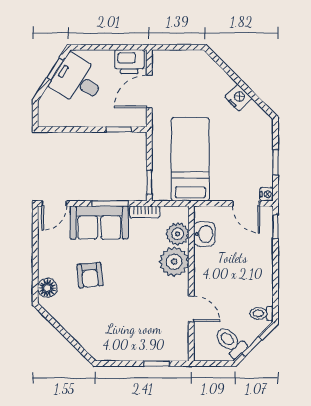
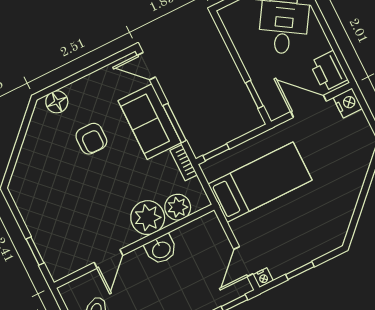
nightstand: (238, 98) -> (348, 103), moved, turned -45
washbasin: (204, 234) -> (161, 249), moved
armchair: (90, 275) -> (91, 139), turned -84

